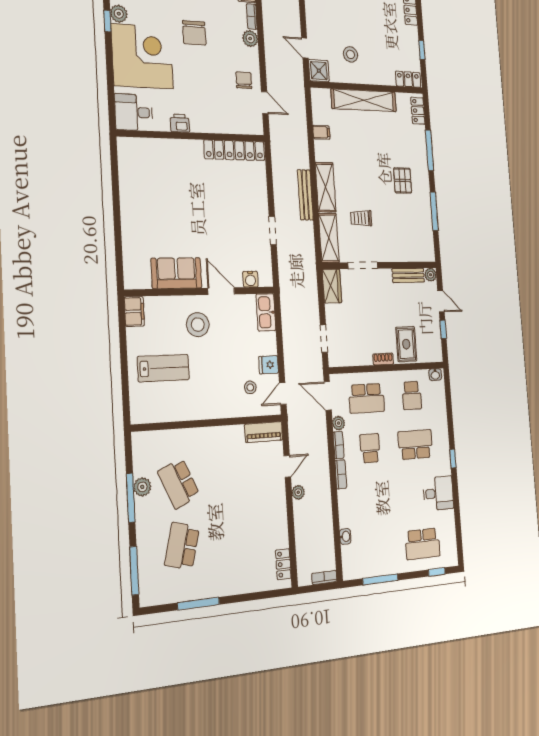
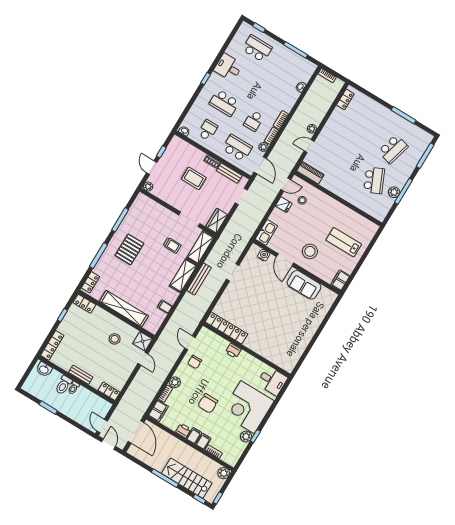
chair: (194, 33) -> (208, 403), turned 180
printer: (180, 123) -> (233, 351), moved
pallet: (403, 180) -> (129, 249), width x1.50, depth x1.42
bench: (408, 275) -> (229, 173), moved
rug: (406, 344) -> (194, 178), moved, turned 90

